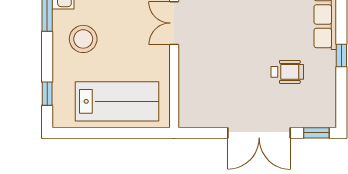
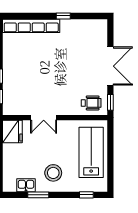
wheelchair: (287, 72) -> (91, 103), moved, turned 90
window: (316, 133) -> (110, 102), moved

